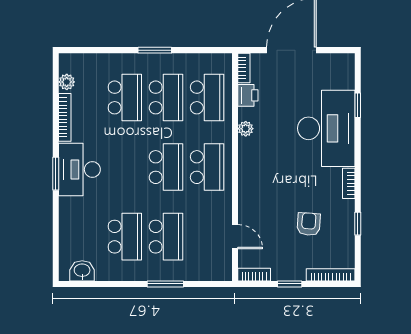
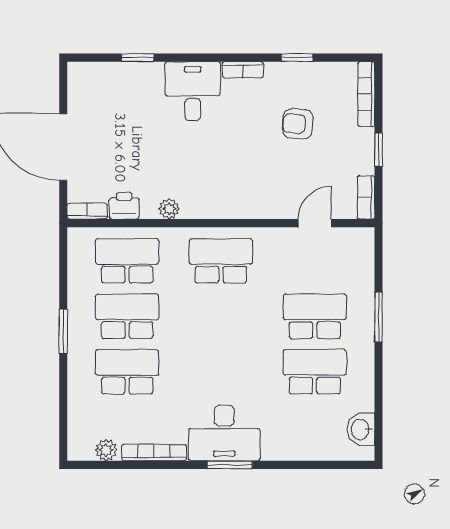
desk: (326, 128) -> (193, 91), width x0.53, depth x0.77
school desk: (166, 167) -> (221, 316), removed

